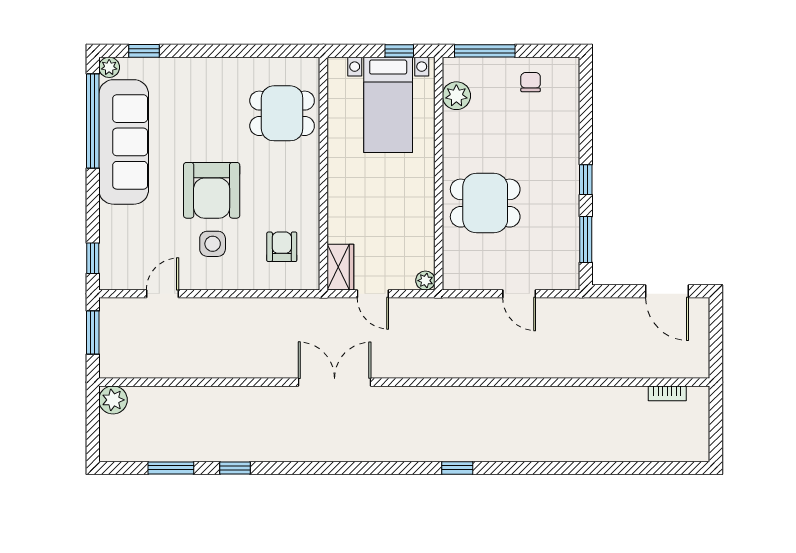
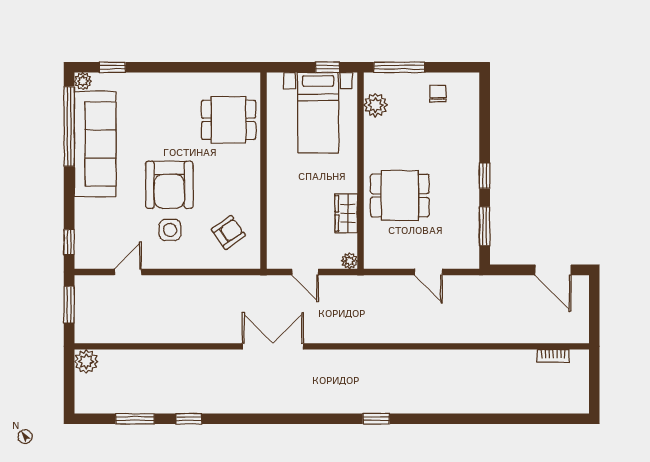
armchair: (282, 247) -> (228, 232), turned 55
wardrobe: (340, 267) -> (346, 213), moved, turned 180

